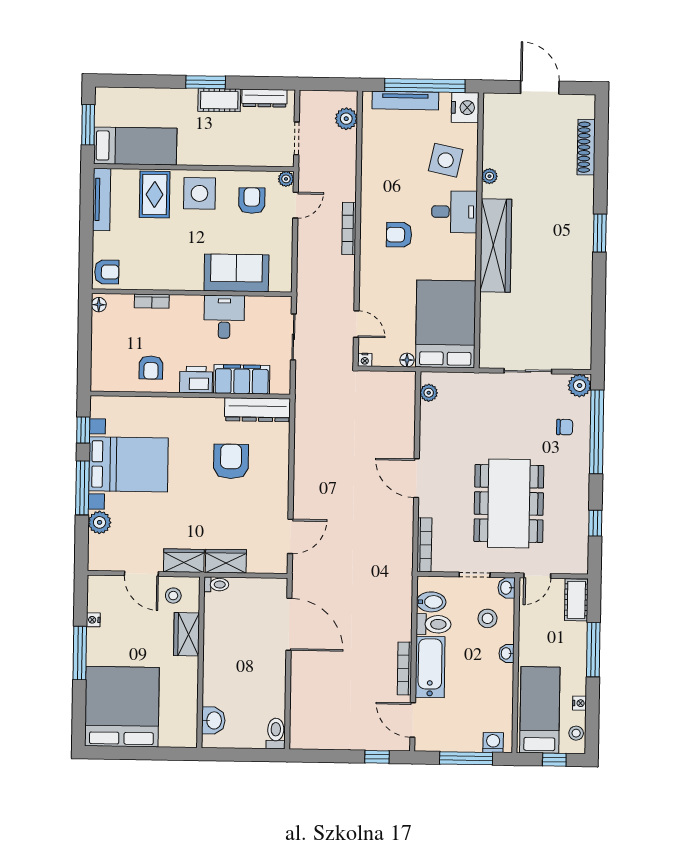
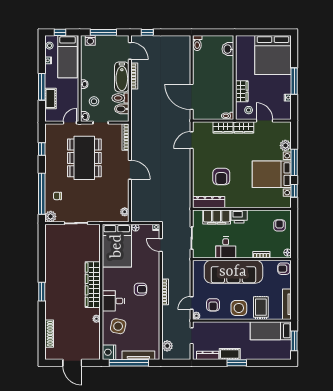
sofa: (236, 273) -> (233, 272), width x1.85, depth x1.27
armchair: (151, 368) -> (279, 225), moved
cot: (576, 600) -> (50, 98), moved

